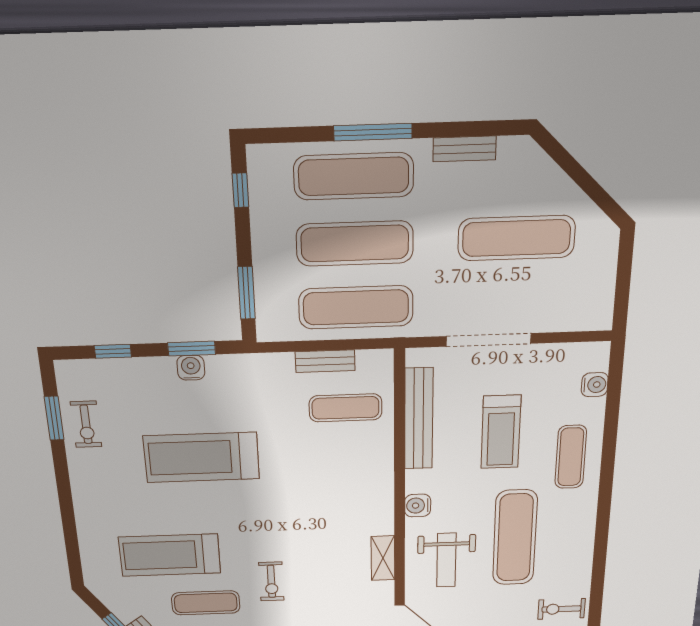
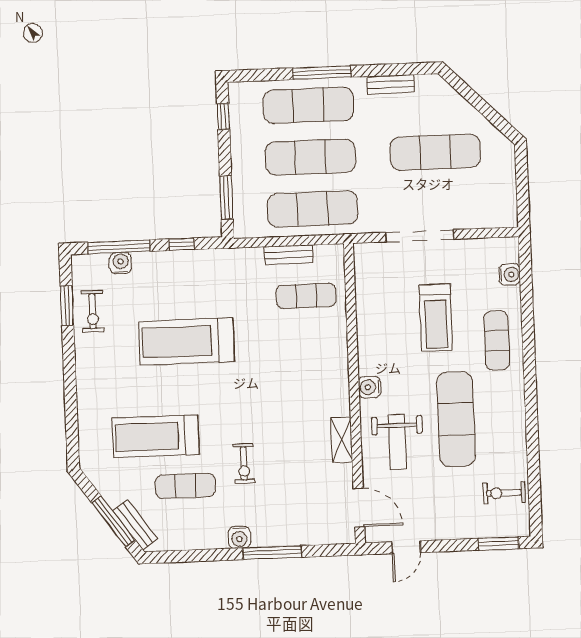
window: (192, 349) -> (182, 244), width x0.67
window: (113, 351) -> (119, 247), width x2.17
water cooler: (191, 368) -> (121, 263), moved
bench: (419, 419) -> (367, 306), removed

